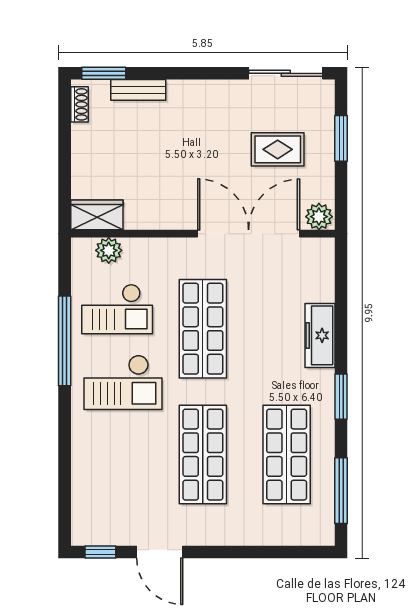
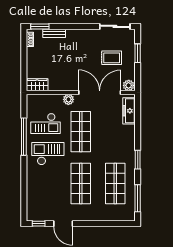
plant: (109, 250) -> (68, 99), moved
freezer: (320, 335) -> (129, 111), moved
checkout: (123, 382) -> (48, 154), turned 180

